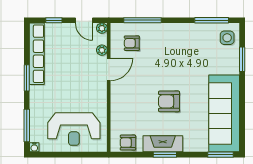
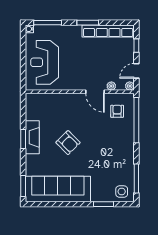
window: (142, 20) -> (136, 120), width x1.46
armchair: (169, 101) -> (68, 143), turned 135
armchair: (128, 143) -> (33, 108), removed

